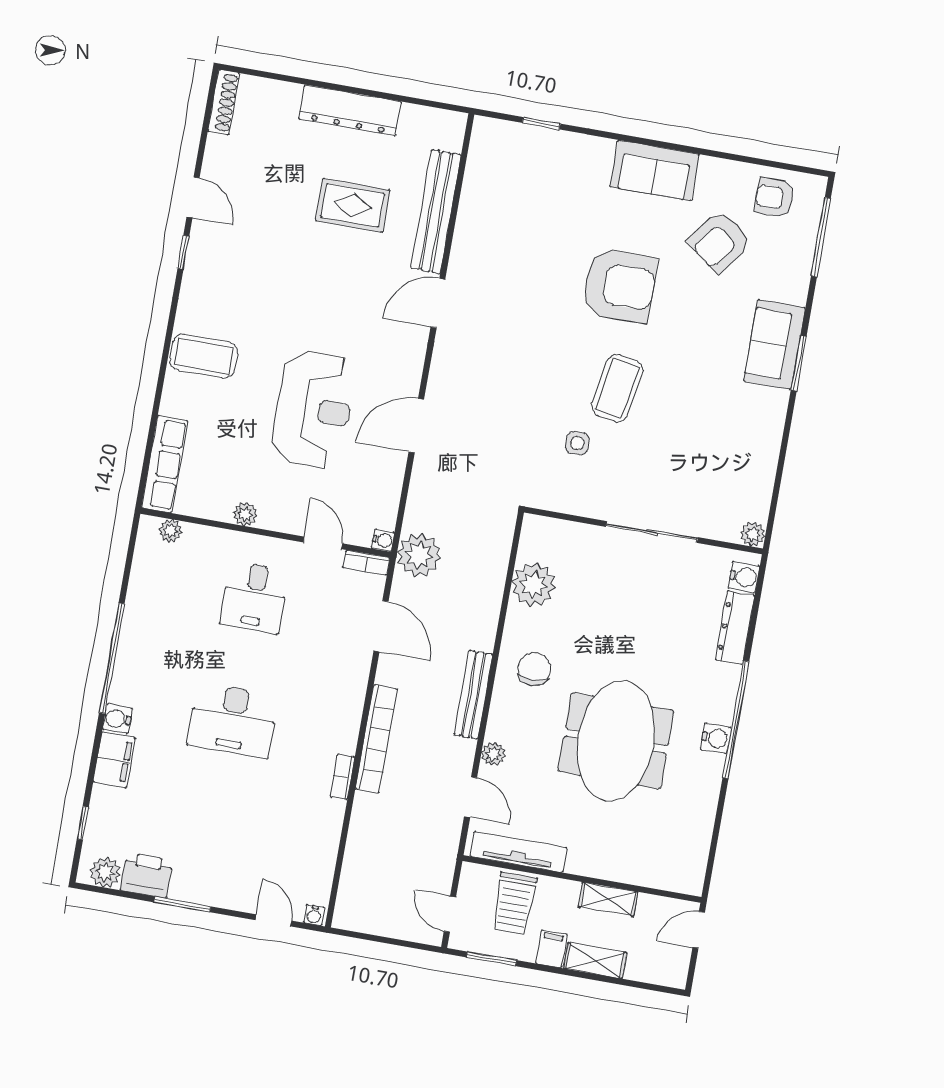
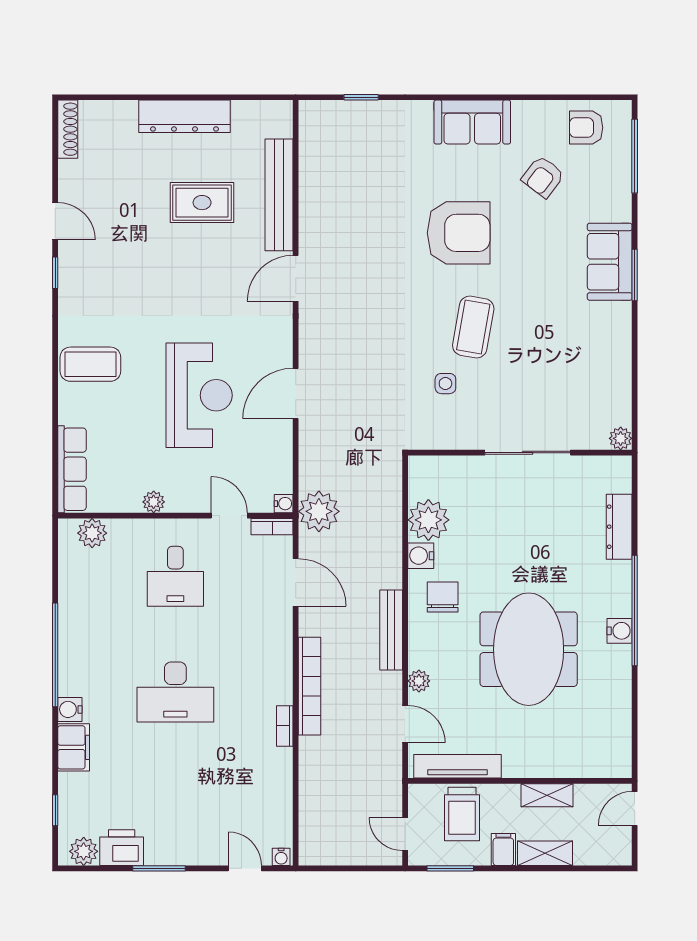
armchair: (719, 242) -> (543, 177), width x0.72, depth x0.72
plant: (170, 531) -> (92, 533), width x1.38, depth x1.38
water cooler: (744, 577) -> (421, 556), moved, turned 180

